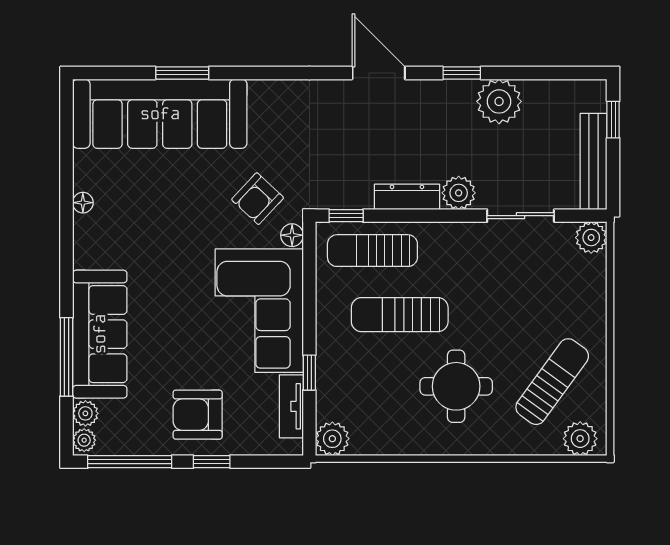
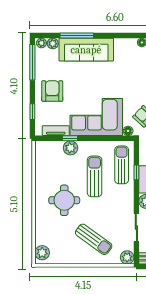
window: (346, 216) -> (136, 172), moved
sun lounger: (552, 382) -> (94, 239), moved
plant: (332, 439) -> (71, 148), moved
window: (212, 462) -> (32, 112), moved

